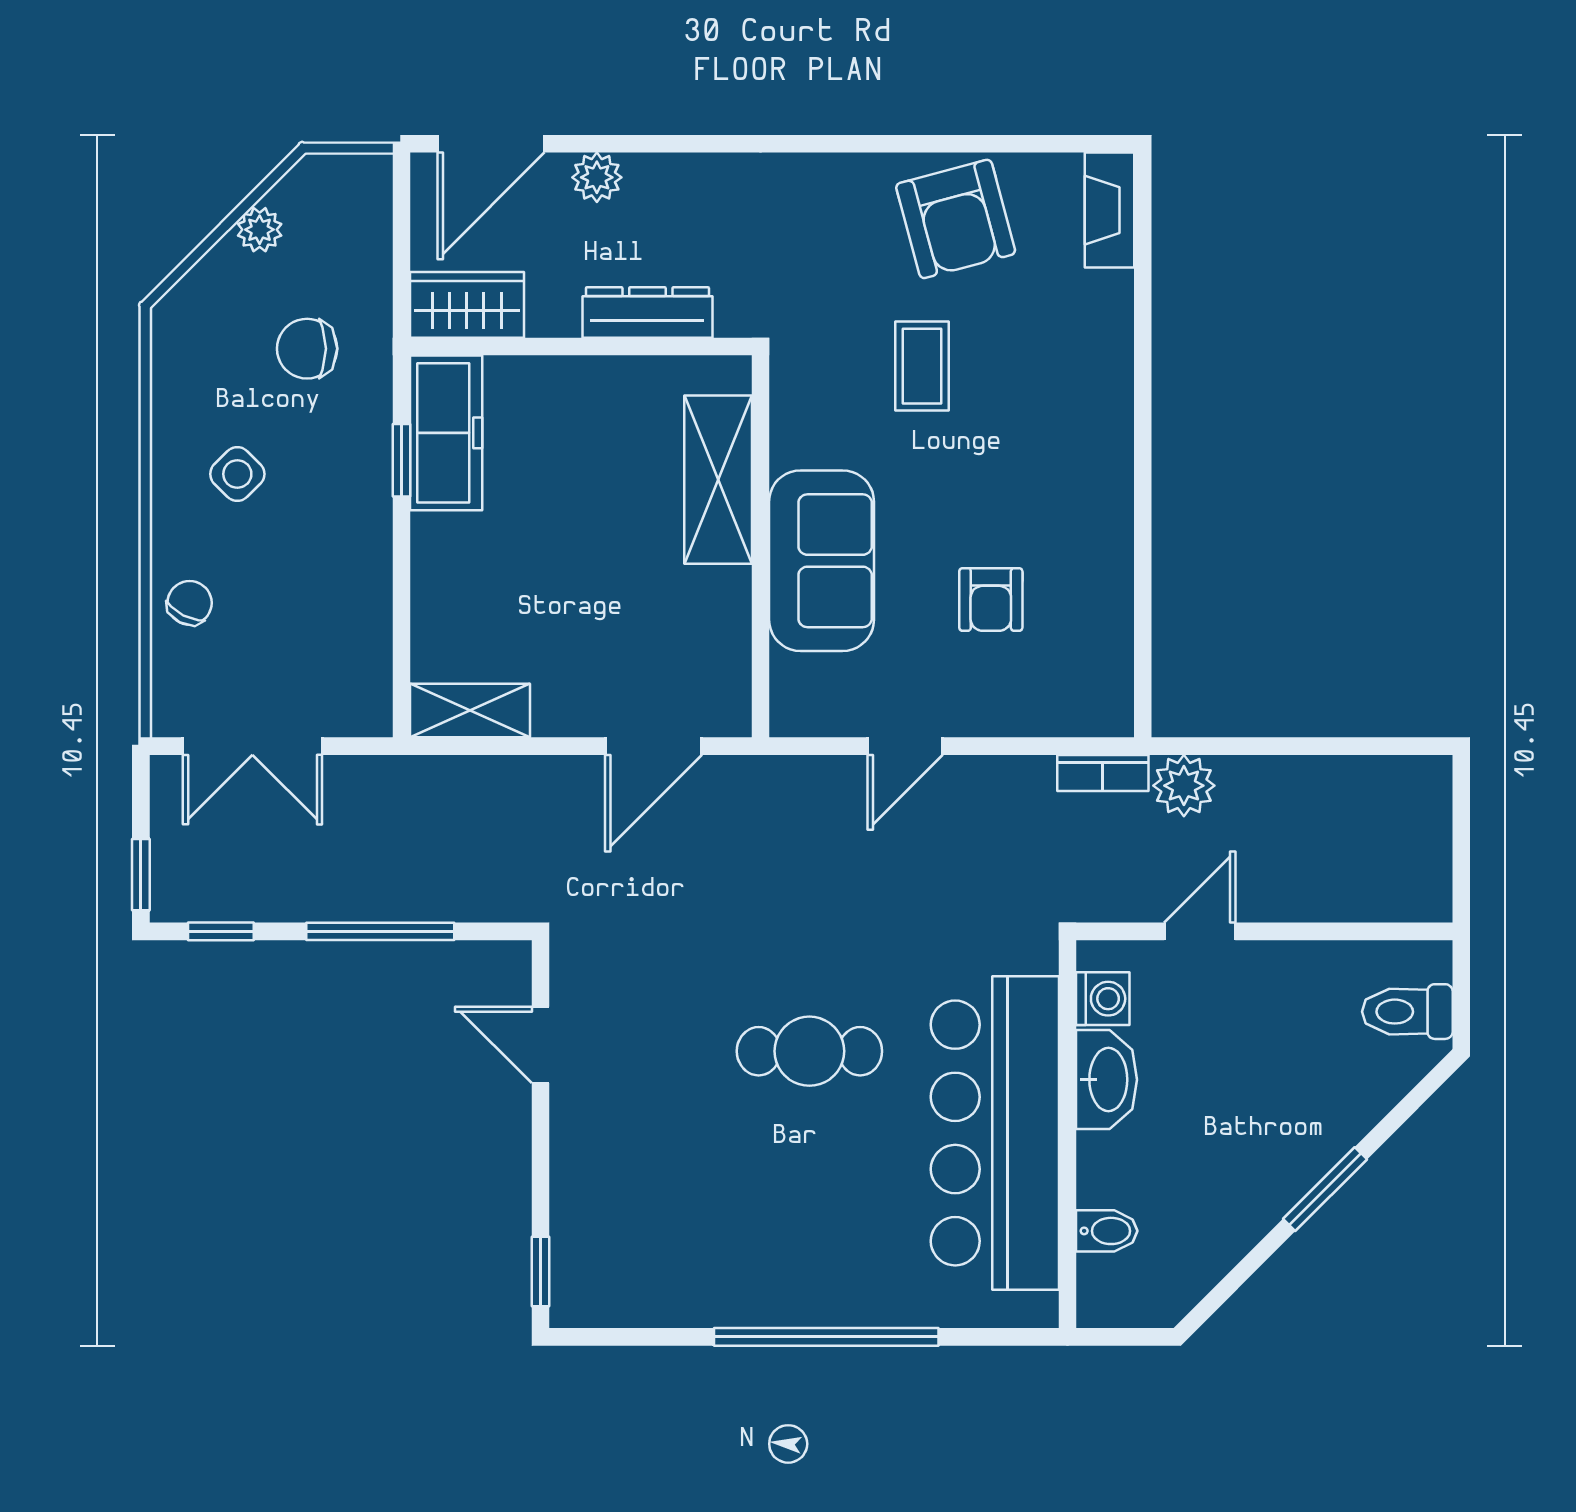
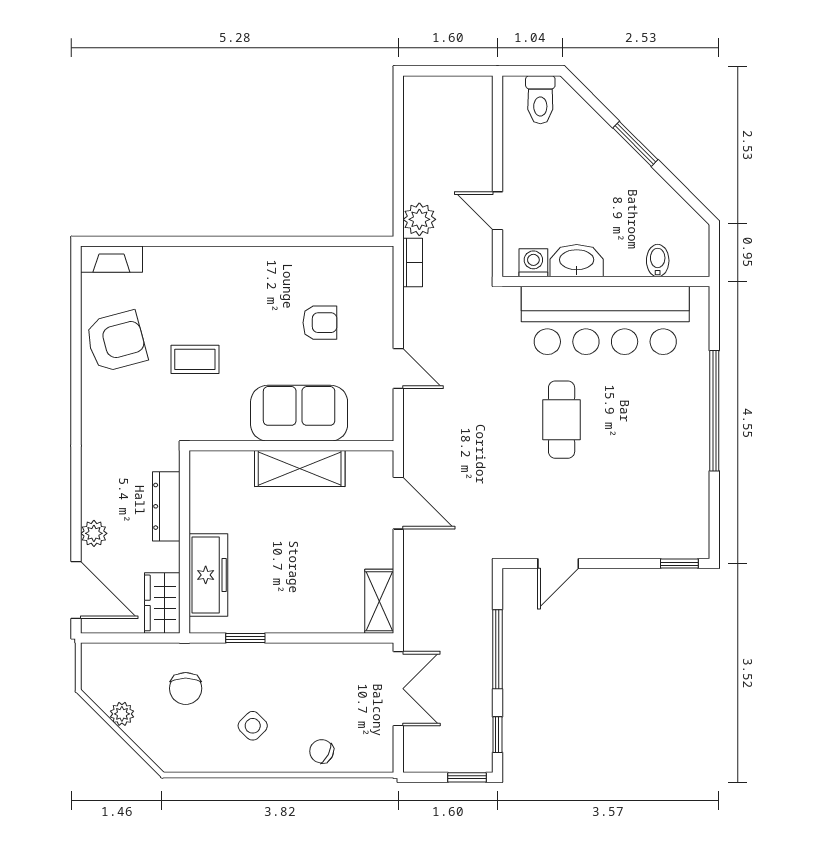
freezer: (446, 433) -> (208, 575), moved, turned 90
shelving: (718, 480) -> (300, 469), moved
double door: (252, 746) -> (398, 689), moved

